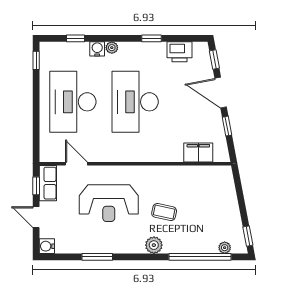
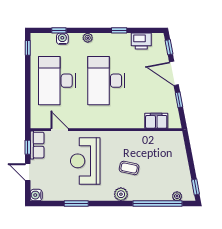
water cooler: (97, 49) -> (62, 39), moved
reception desk: (109, 203) -> (85, 161), turned 90

